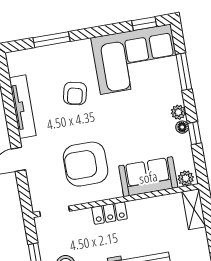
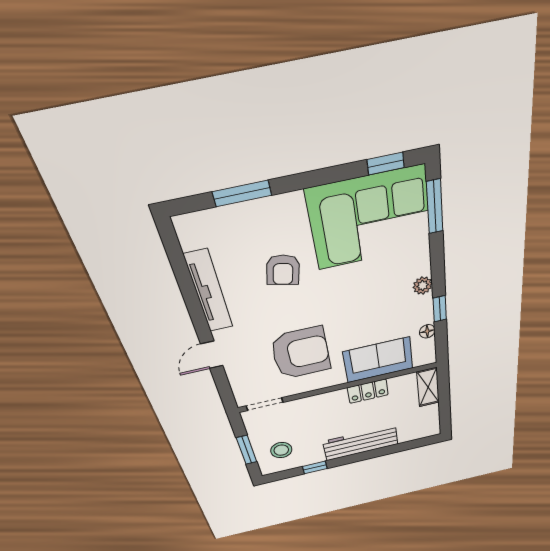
window: (184, 72) -> (435, 207), moved
floor lamp: (182, 127) -> (427, 331), moved
armchair: (86, 164) -> (301, 353), turned 180
plant: (186, 178) -> (423, 358), removed
locker: (110, 213) -> (368, 391), moved

